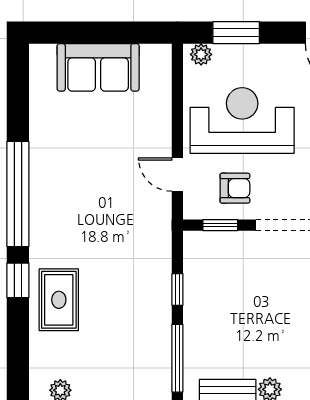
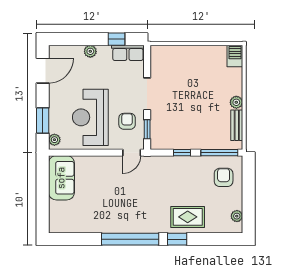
sofa: (98, 67) -> (61, 178), moved
door: (177, 174) -> (132, 153), moved
armchair: (132, 366) -> (224, 177), added

